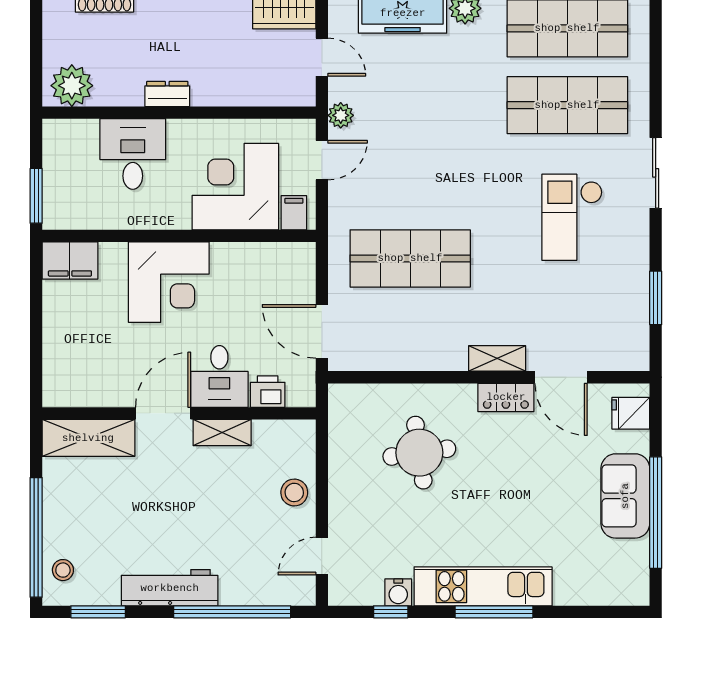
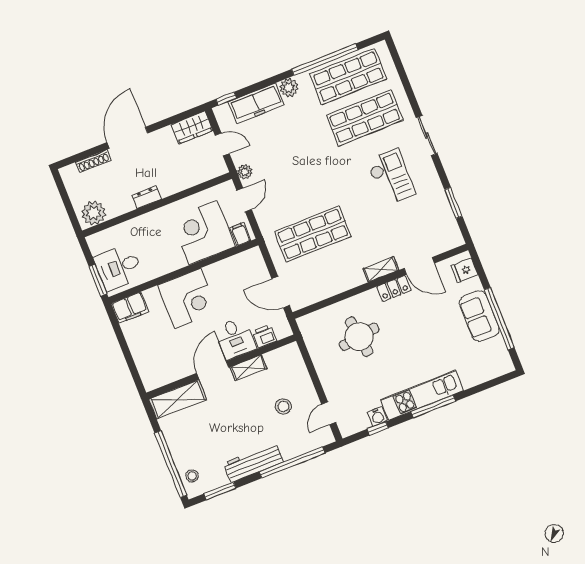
desk: (133, 154) -> (119, 267), moved, turned -90
checkout: (572, 217) -> (391, 177), turned 180
stool: (294, 492) -> (283, 406), moved

